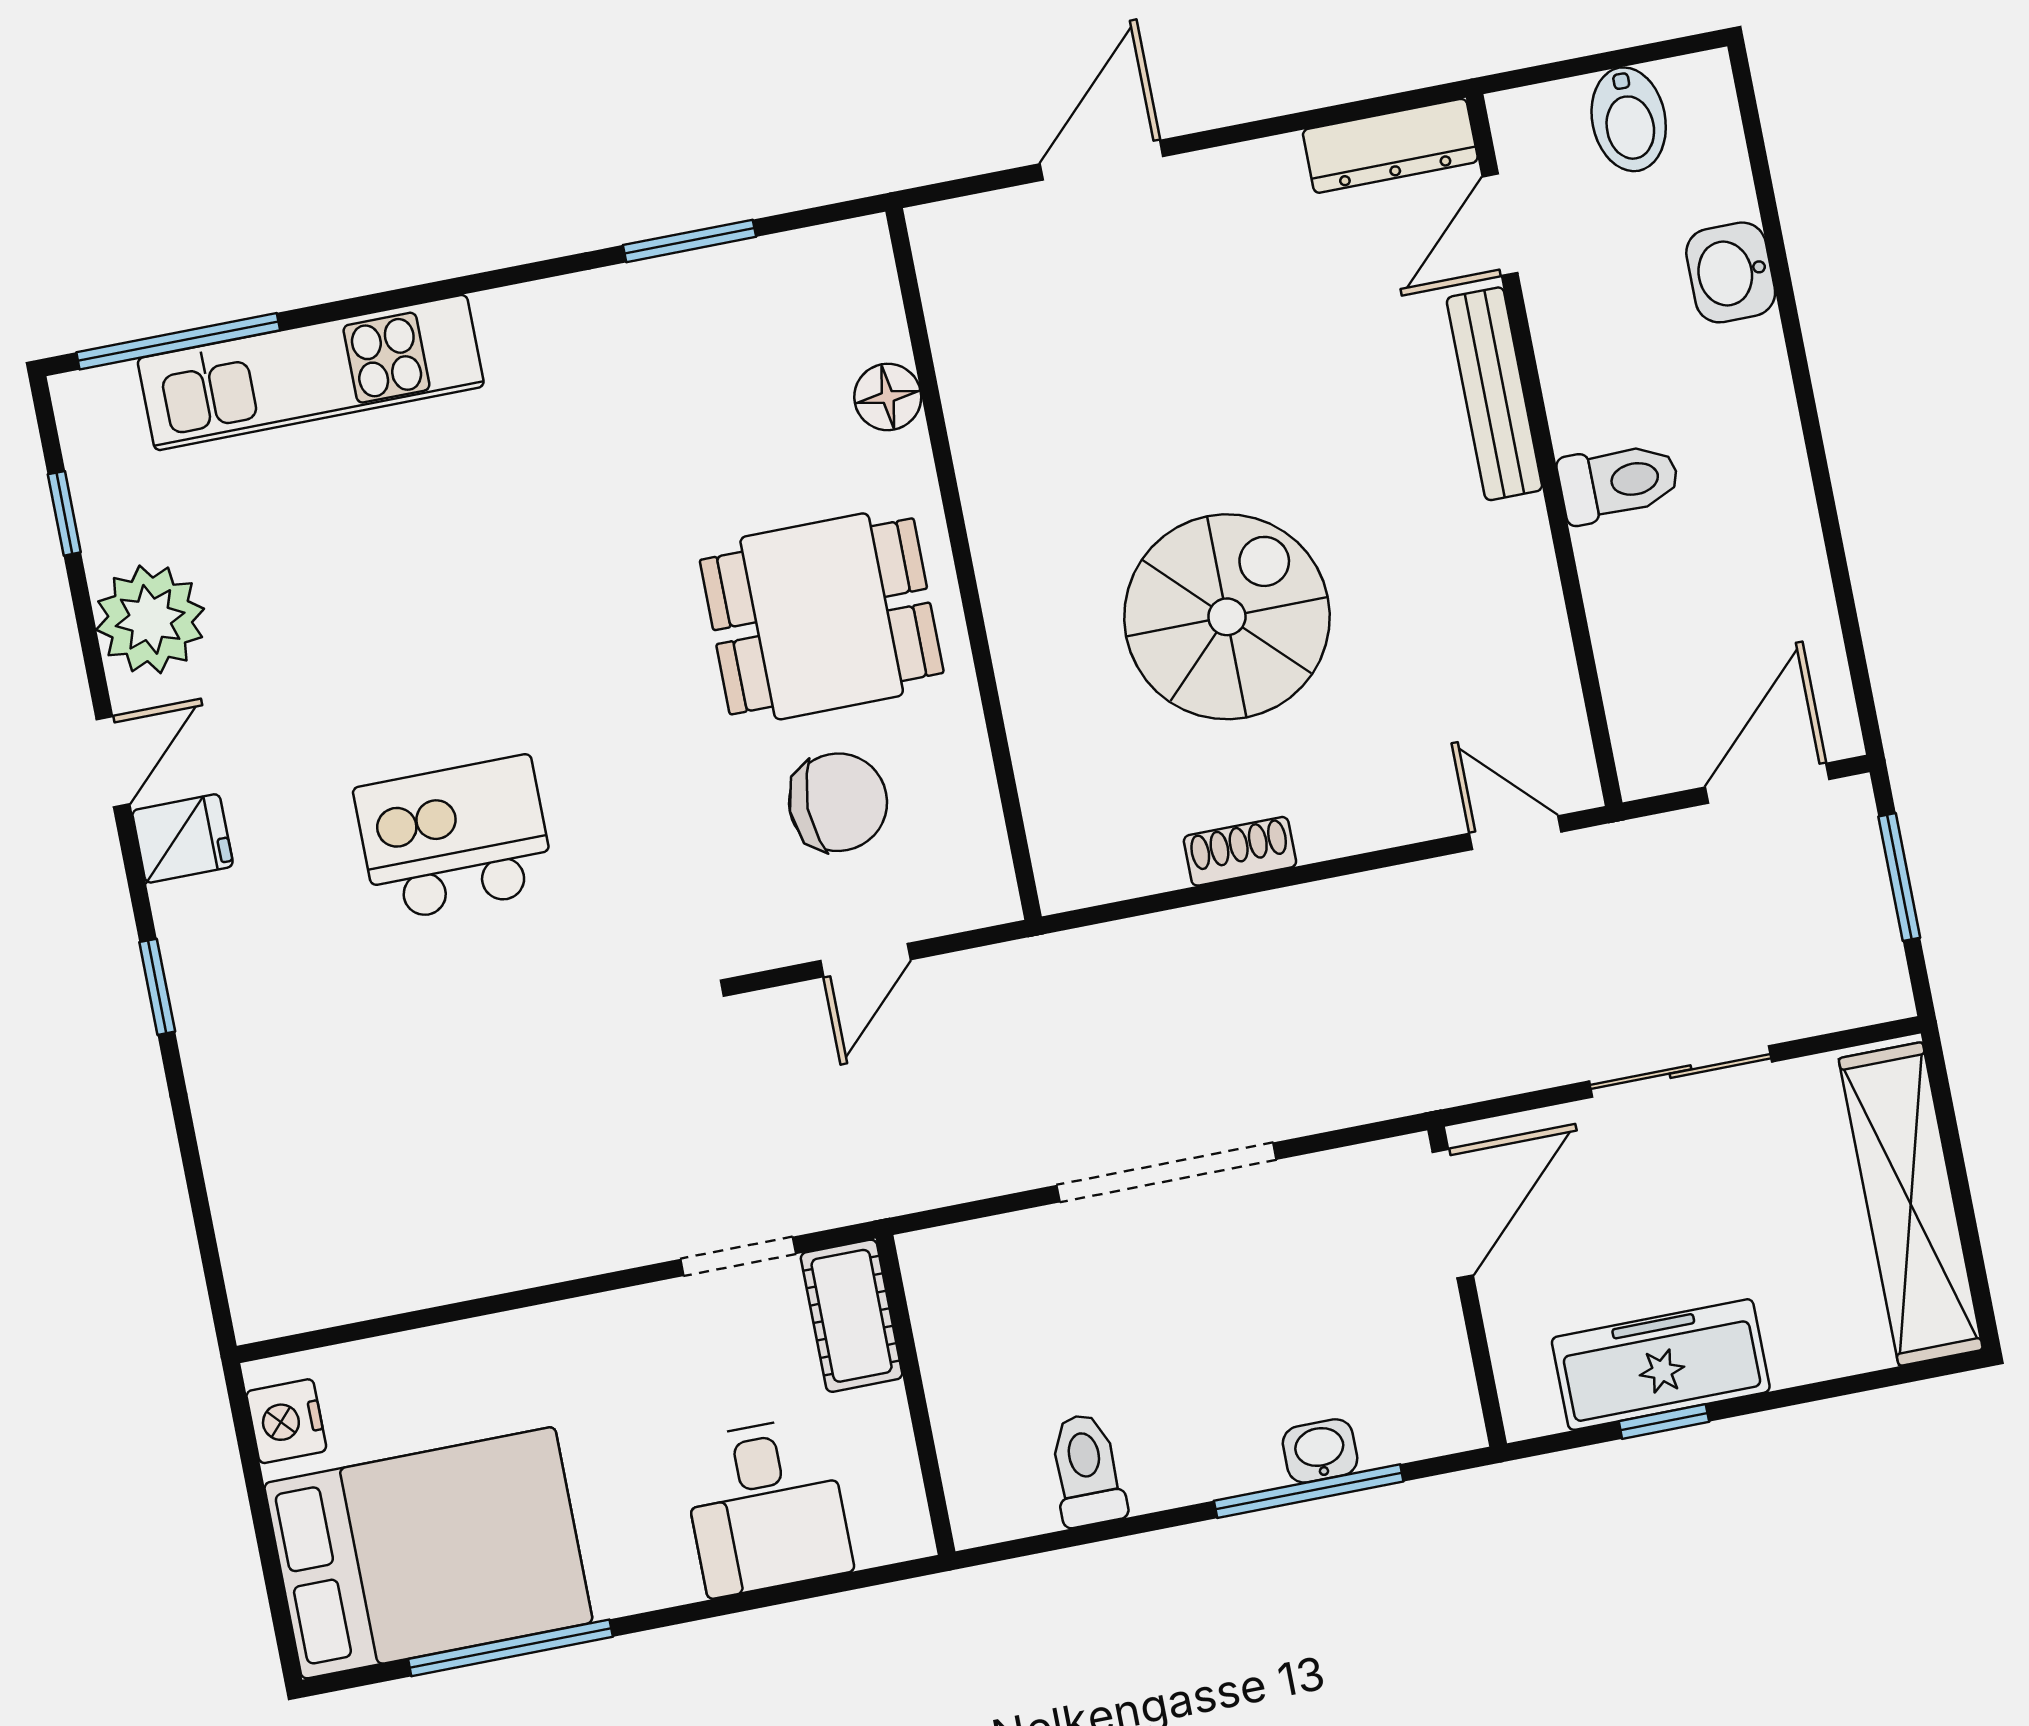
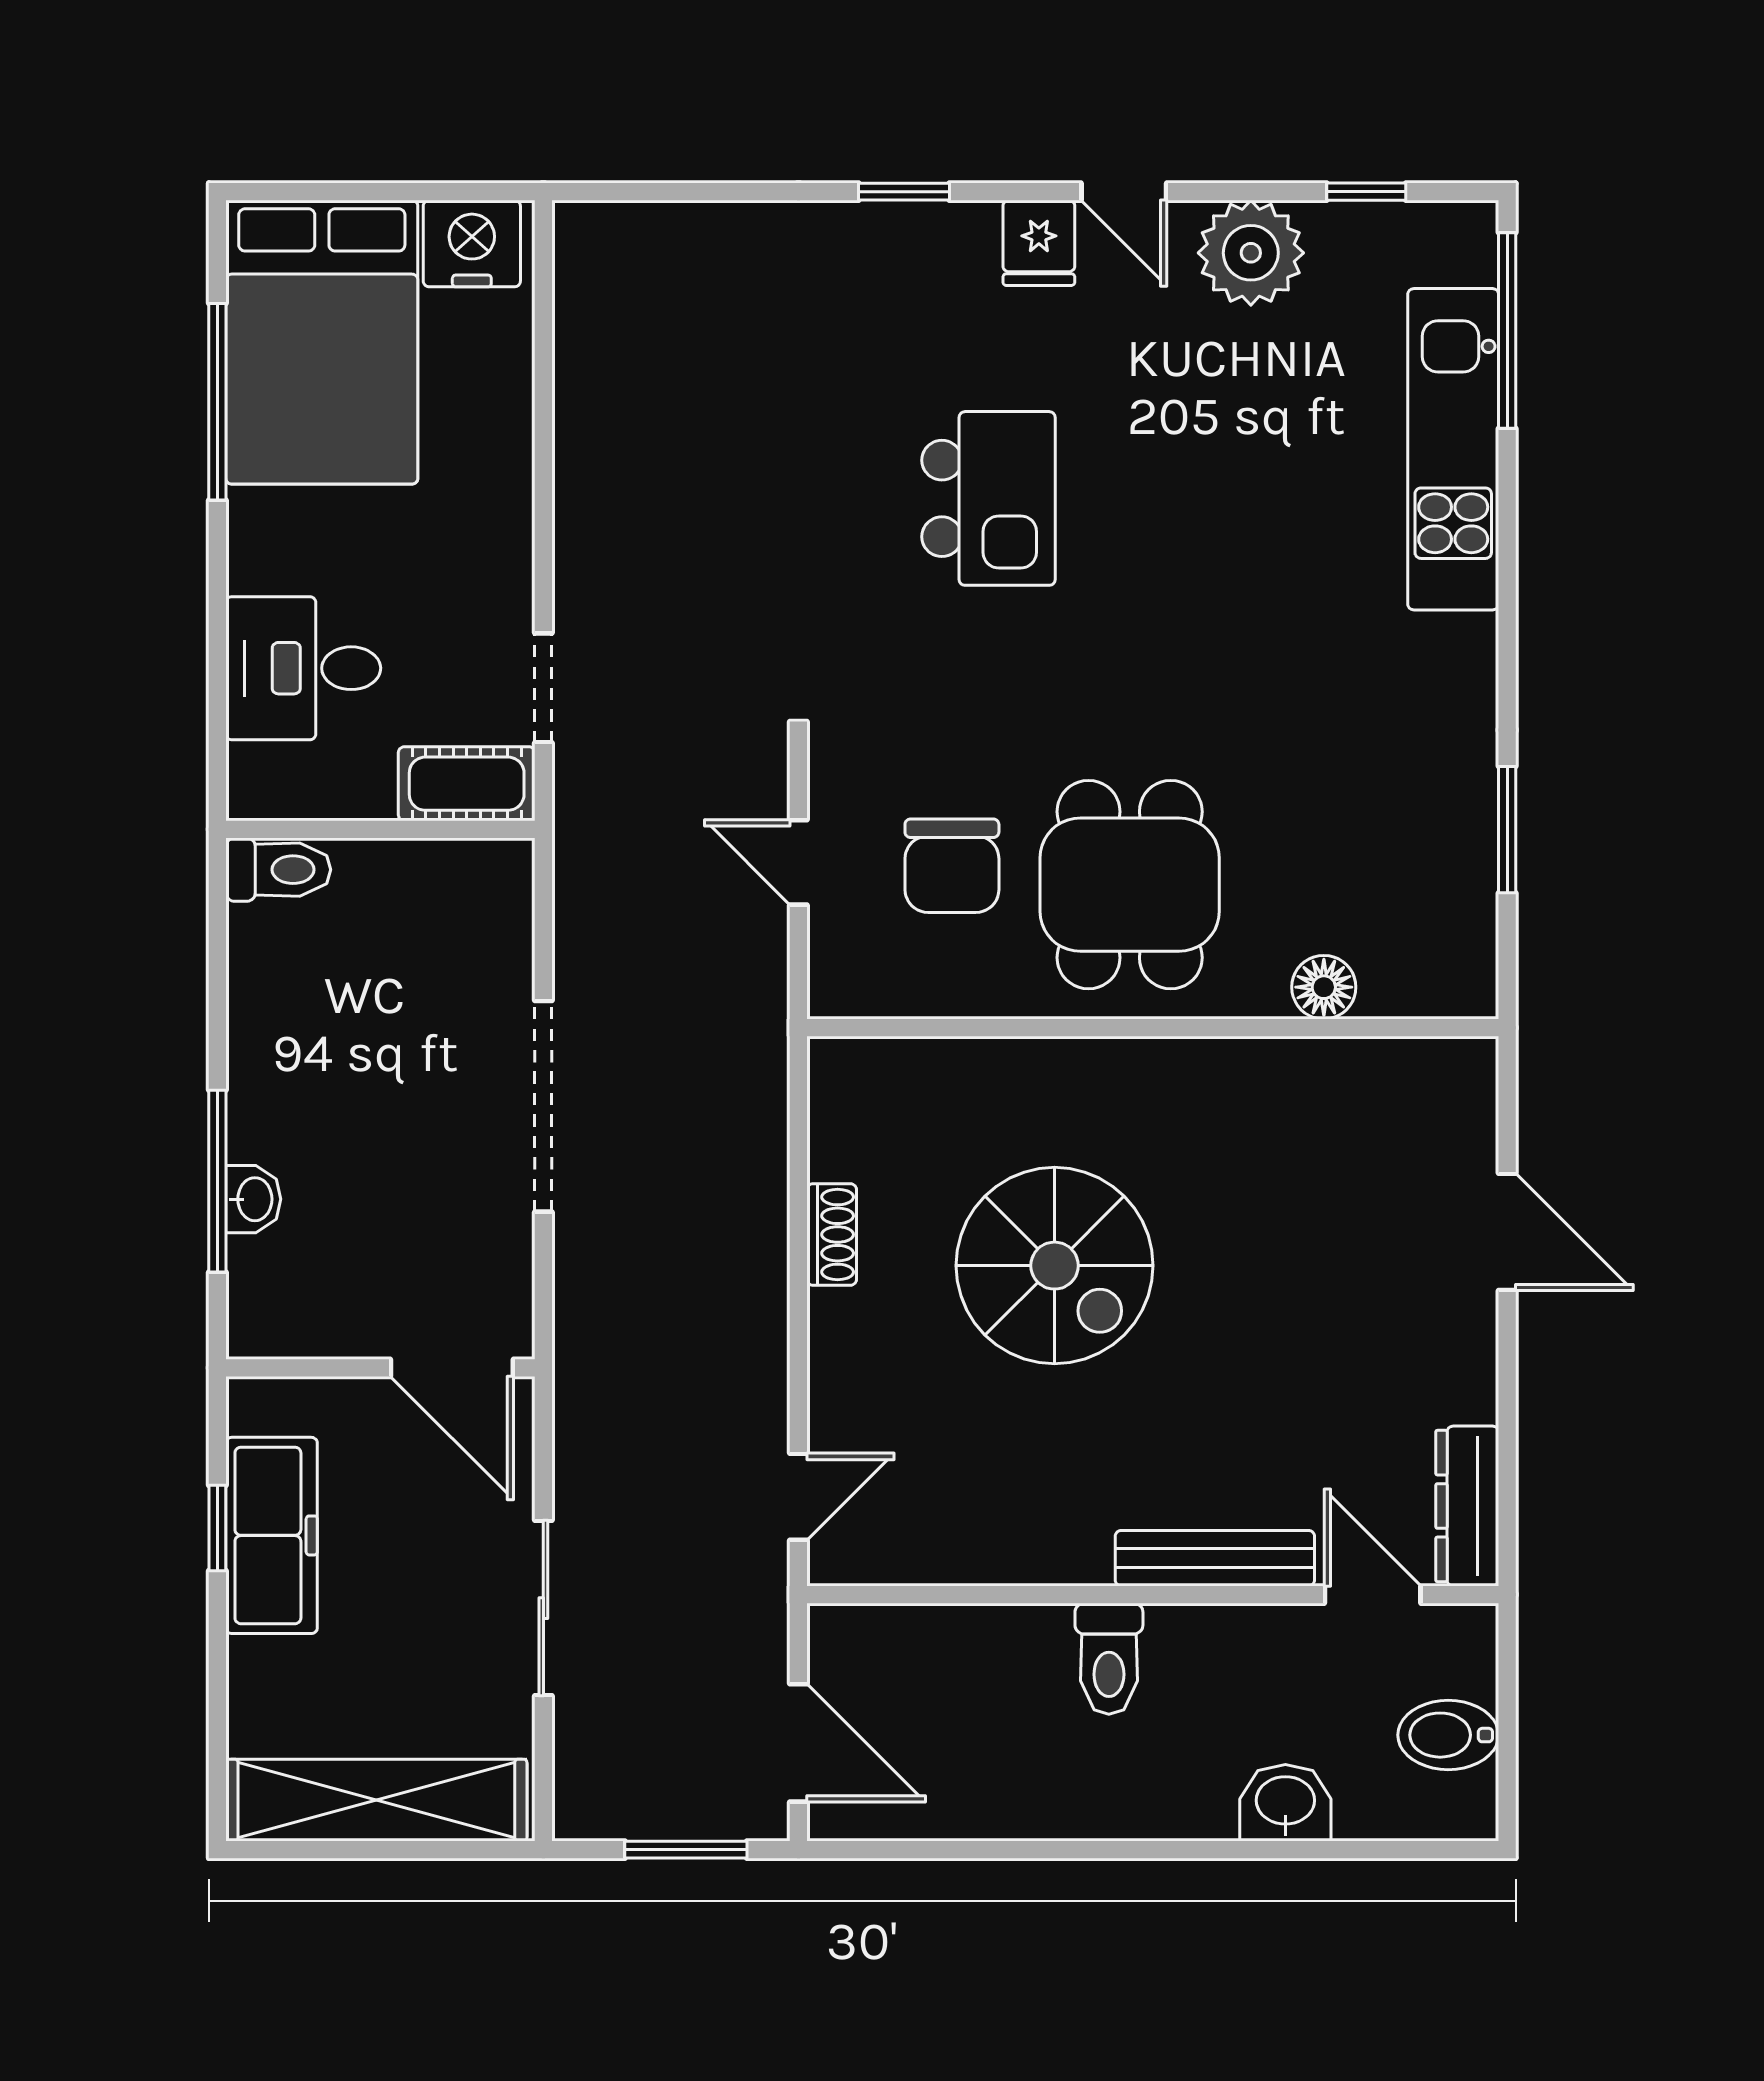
nightstand: (286, 1421) -> (472, 244), width x1.36, depth x1.33
toilet: (1087, 1470) -> (278, 870), moved

